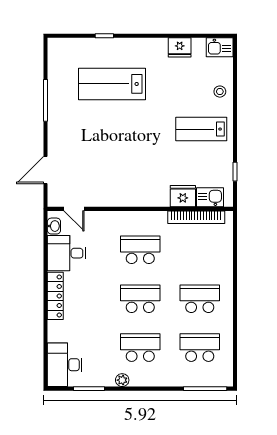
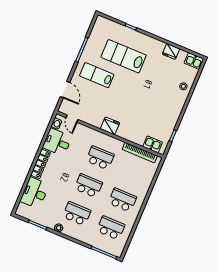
lab bench: (201, 129) -> (97, 75), moved
door: (45, 170) -> (65, 90), swing flipped
fridge: (183, 196) -> (110, 126), moved
desk: (65, 365) -> (35, 193), moved

